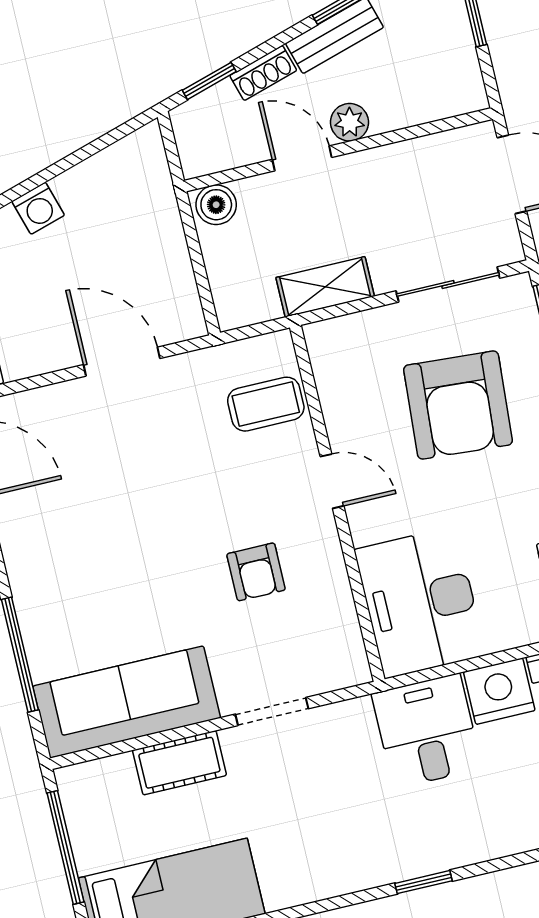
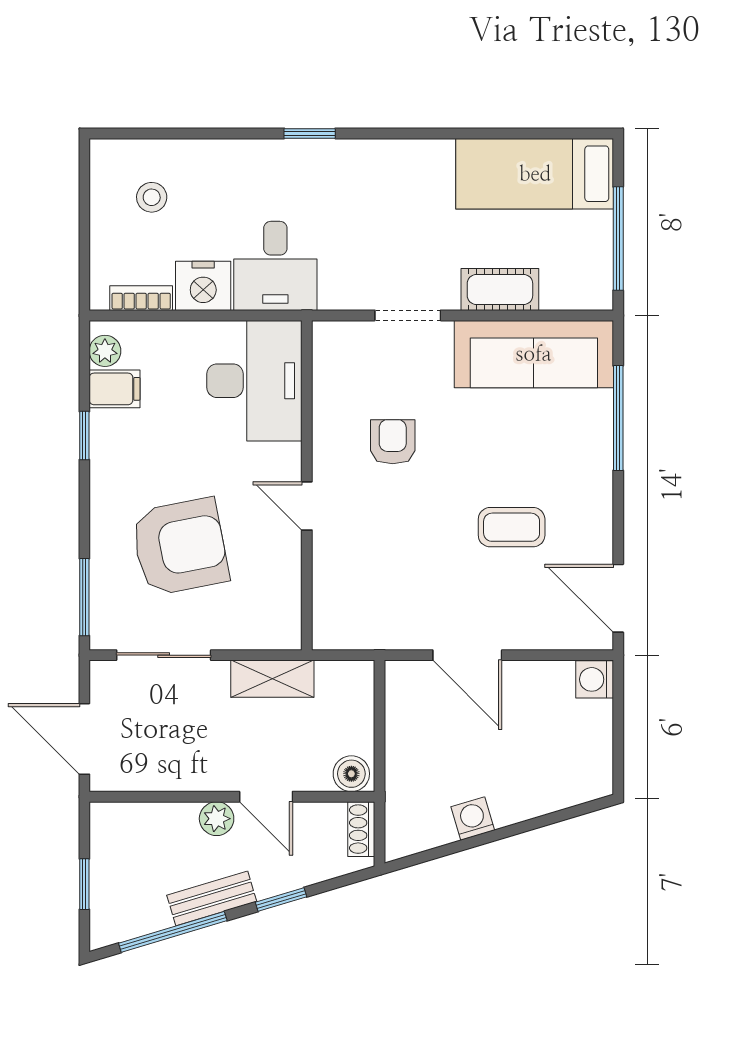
shoe rack: (263, 73) -> (361, 829), moved, turned -73
window: (209, 81) -> (281, 899), moved
washing machine: (38, 208) -> (473, 819), moved
coffee table: (266, 404) -> (512, 527), moved
armchair: (458, 405) -> (180, 547), turned 75

